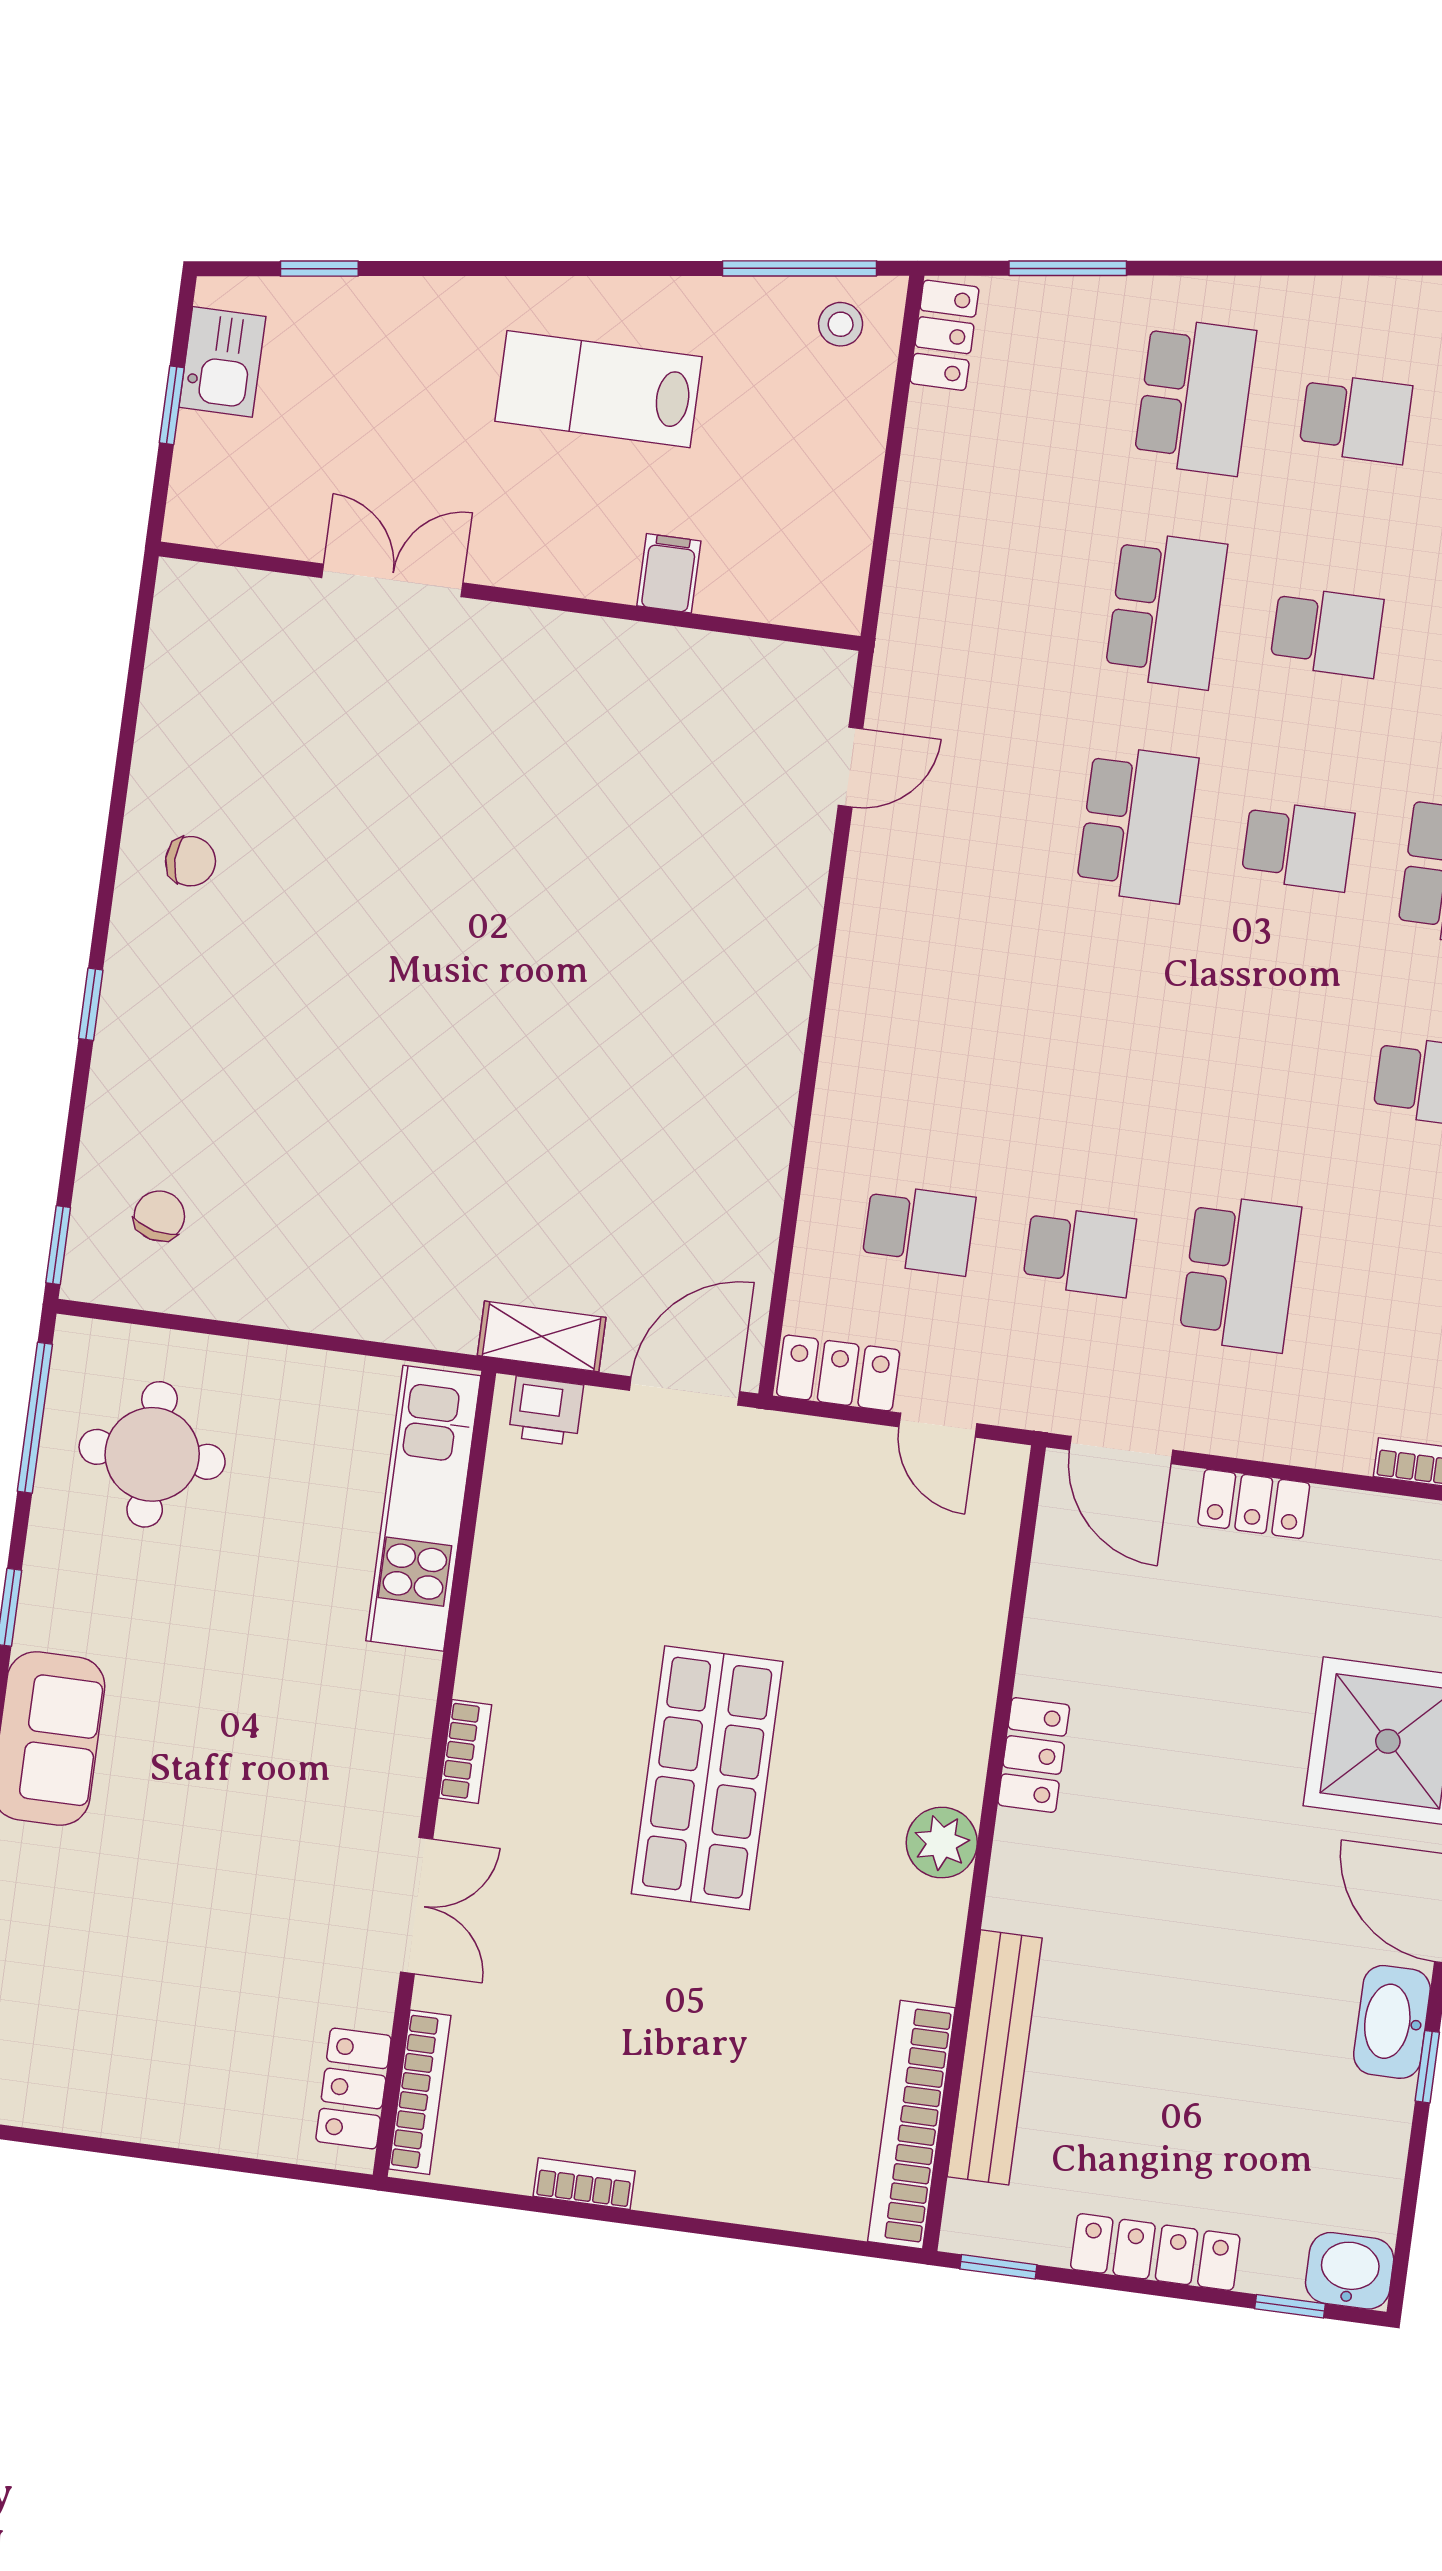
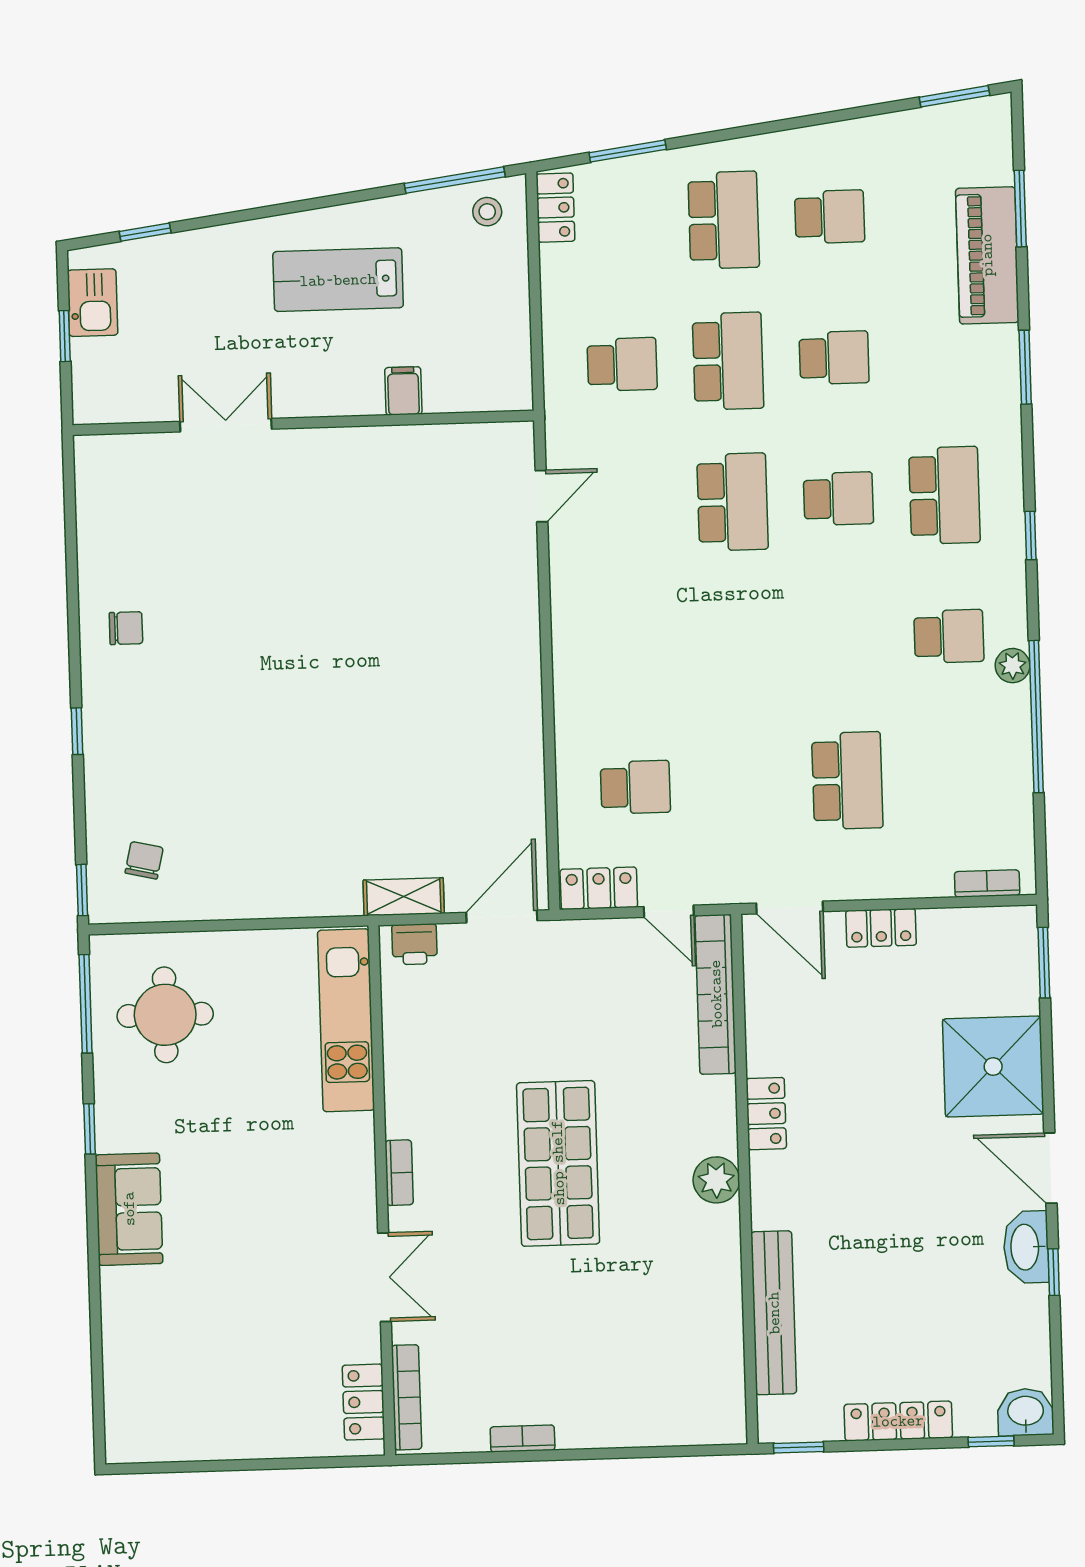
school desk: (1079, 1252) -> (622, 364), moved
bookcase: (911, 2125) -> (716, 994), moved

